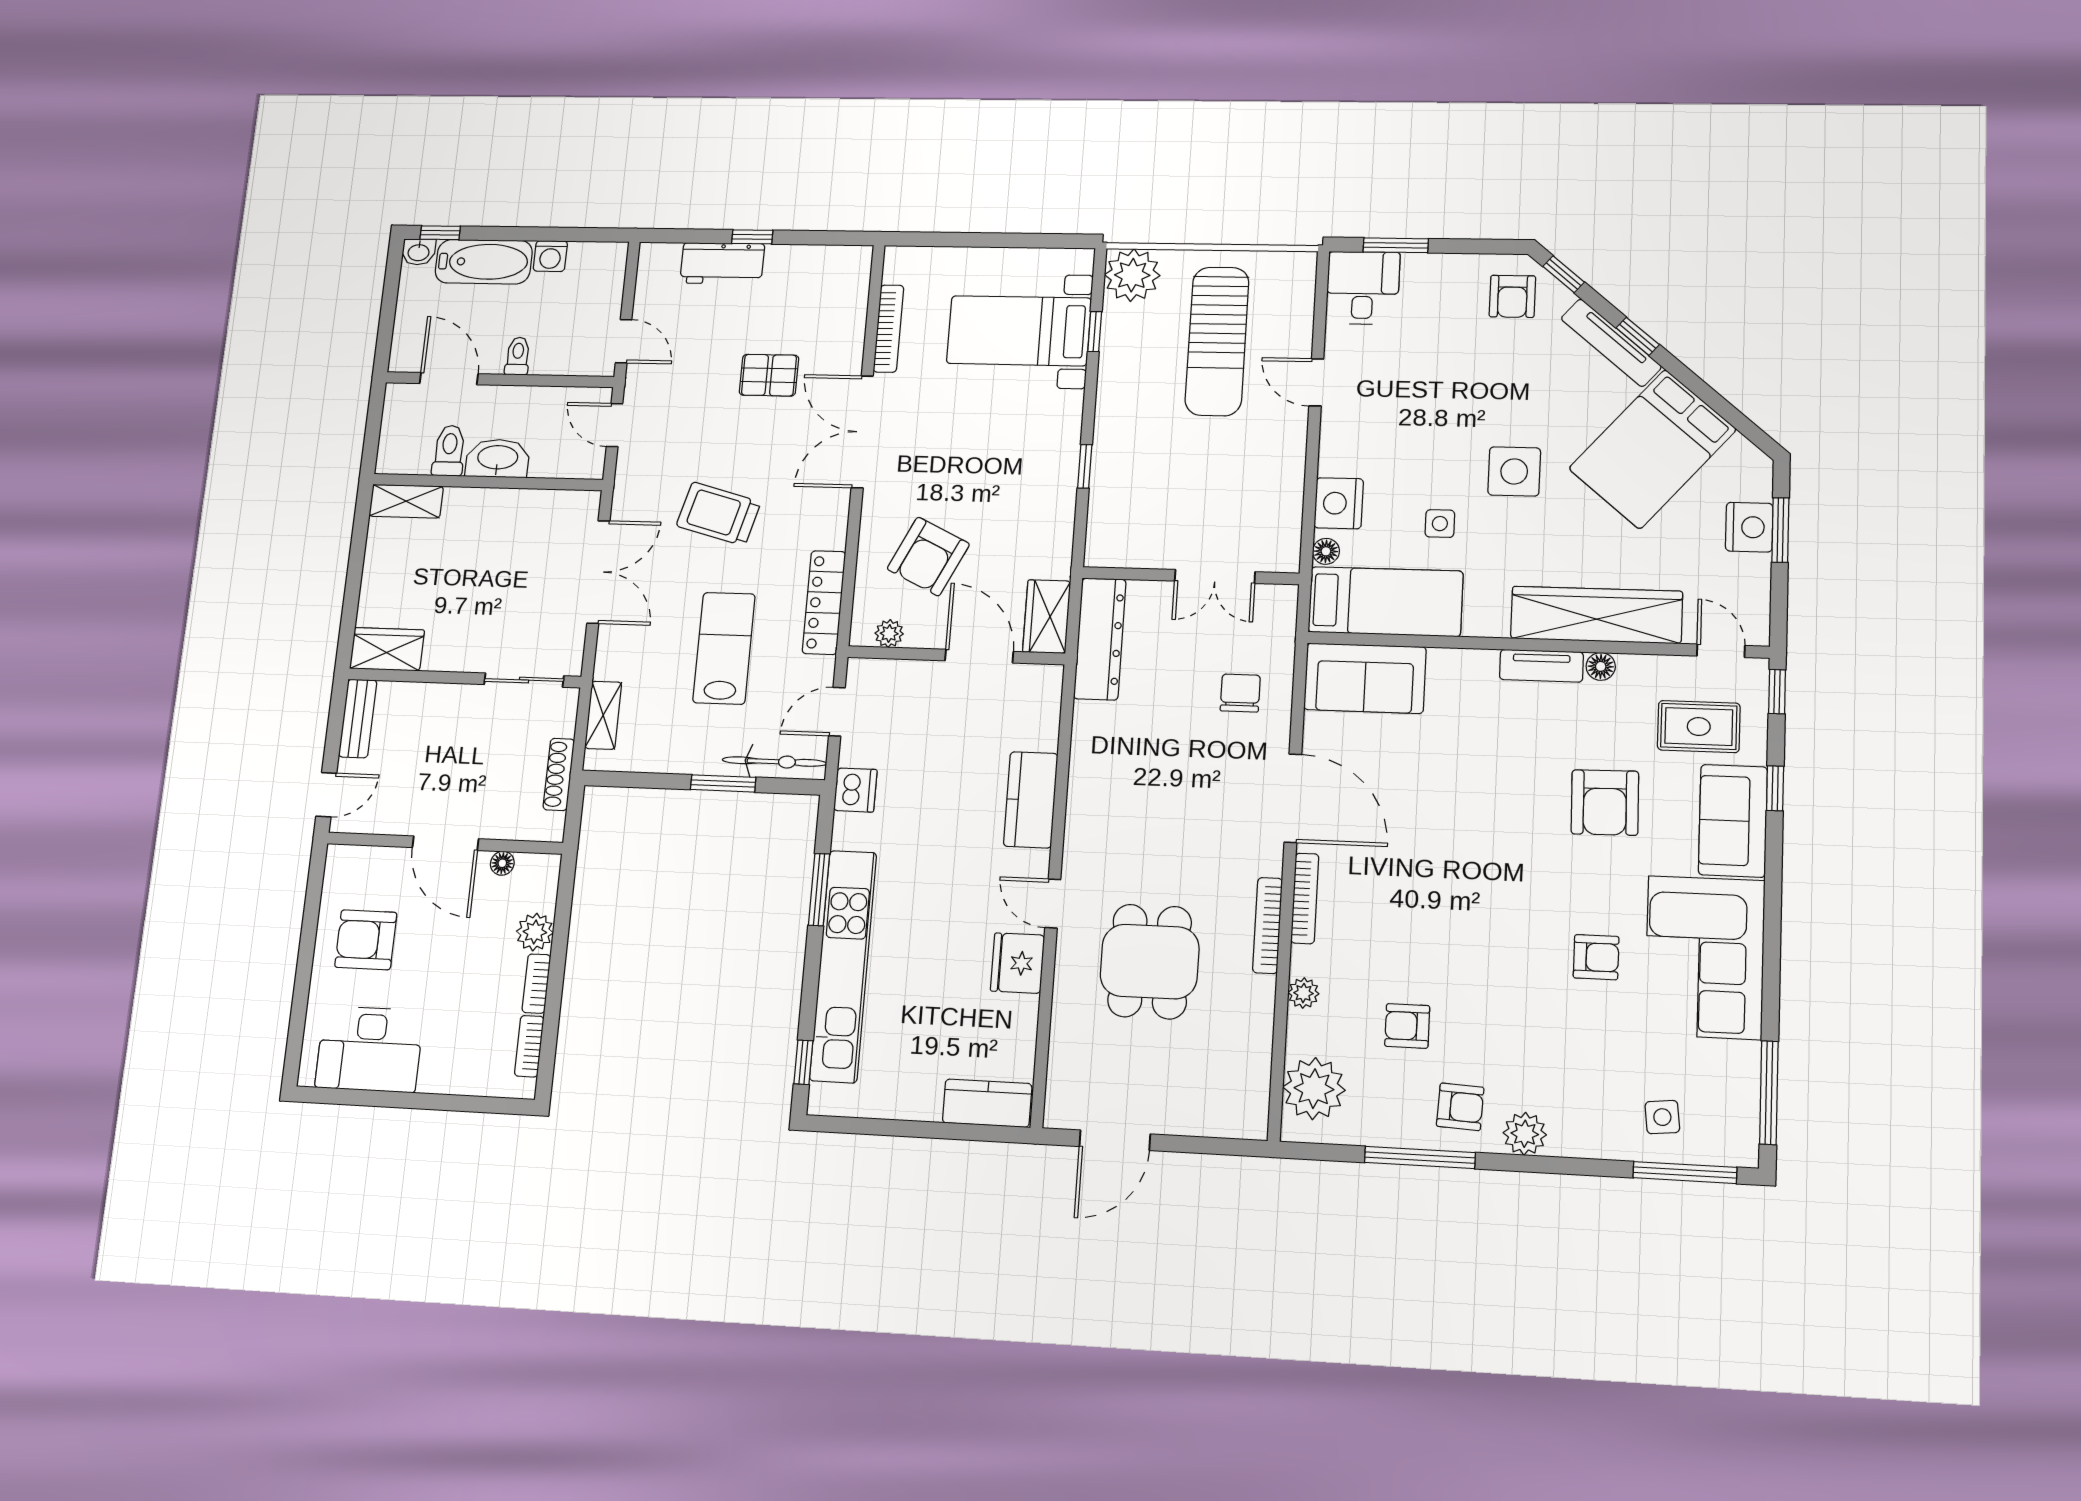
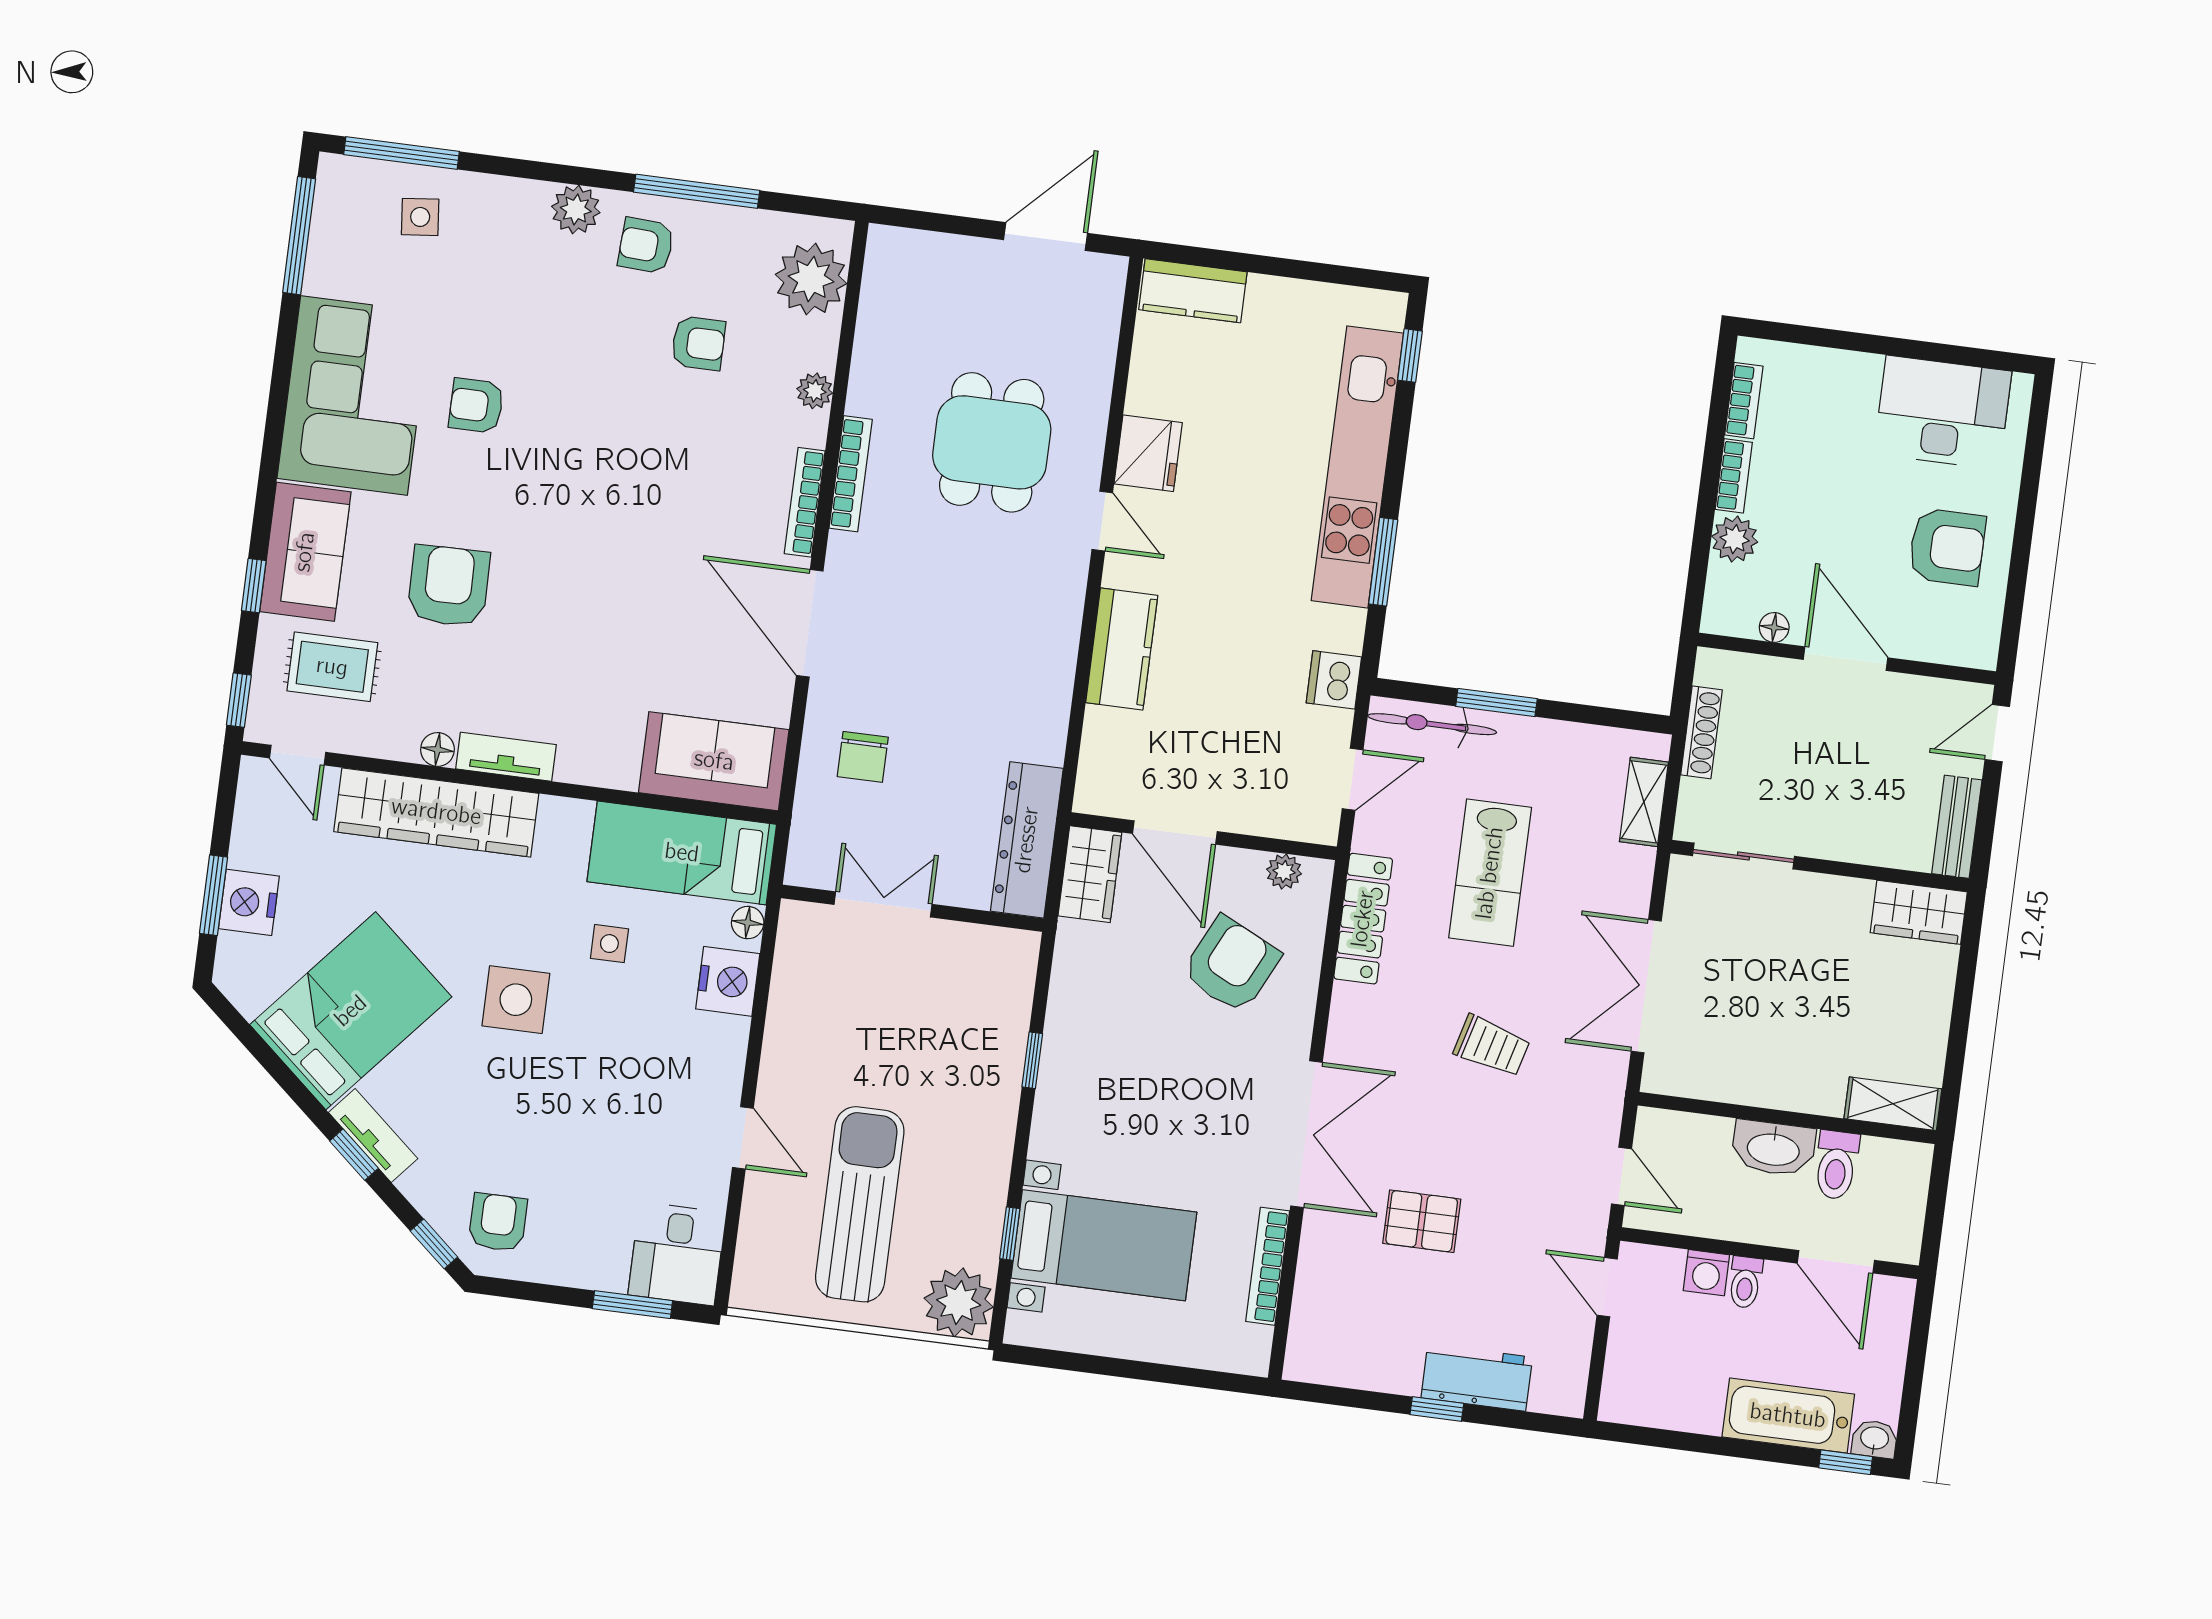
washing machine: (550, 256) -> (1706, 1273), moved, turned 180
tv unit: (1611, 343) -> (373, 1136), width x0.71
trolley: (719, 514) -> (1492, 1046), width x0.73, depth x0.72

